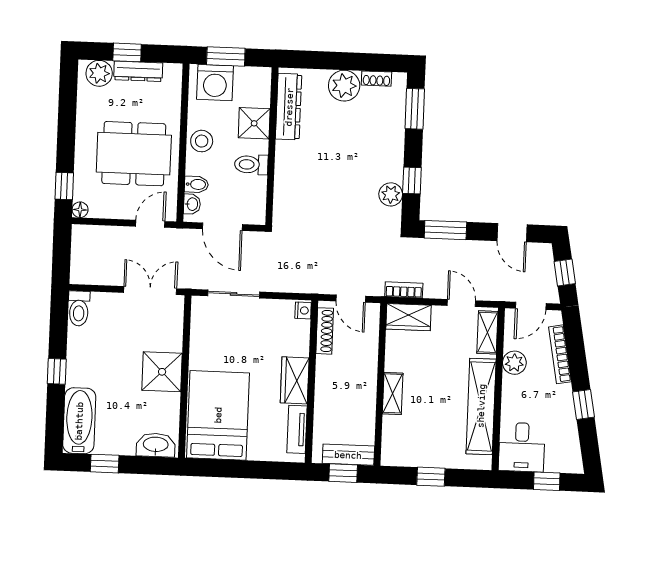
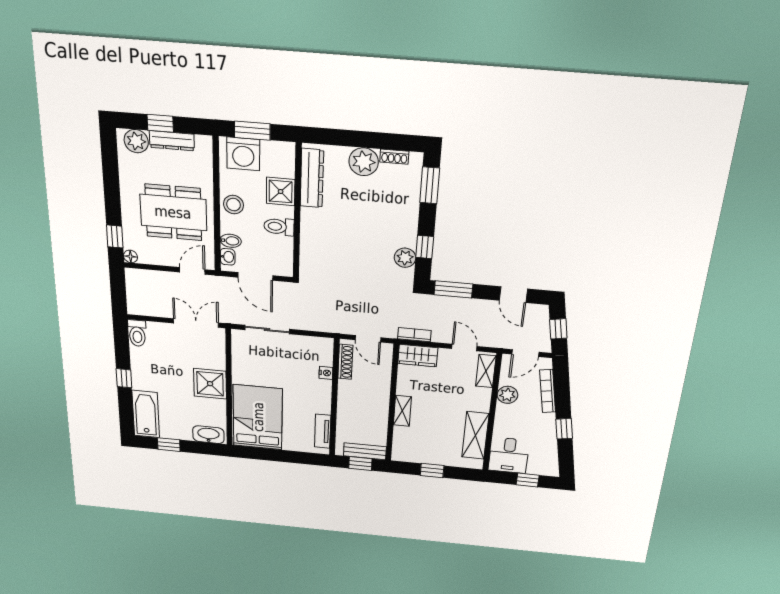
nightstand: (303, 310) -> (326, 373), moved
wardrobe: (295, 380) -> (320, 396), removed
shelving: (481, 406) -> (475, 435), width x0.68

